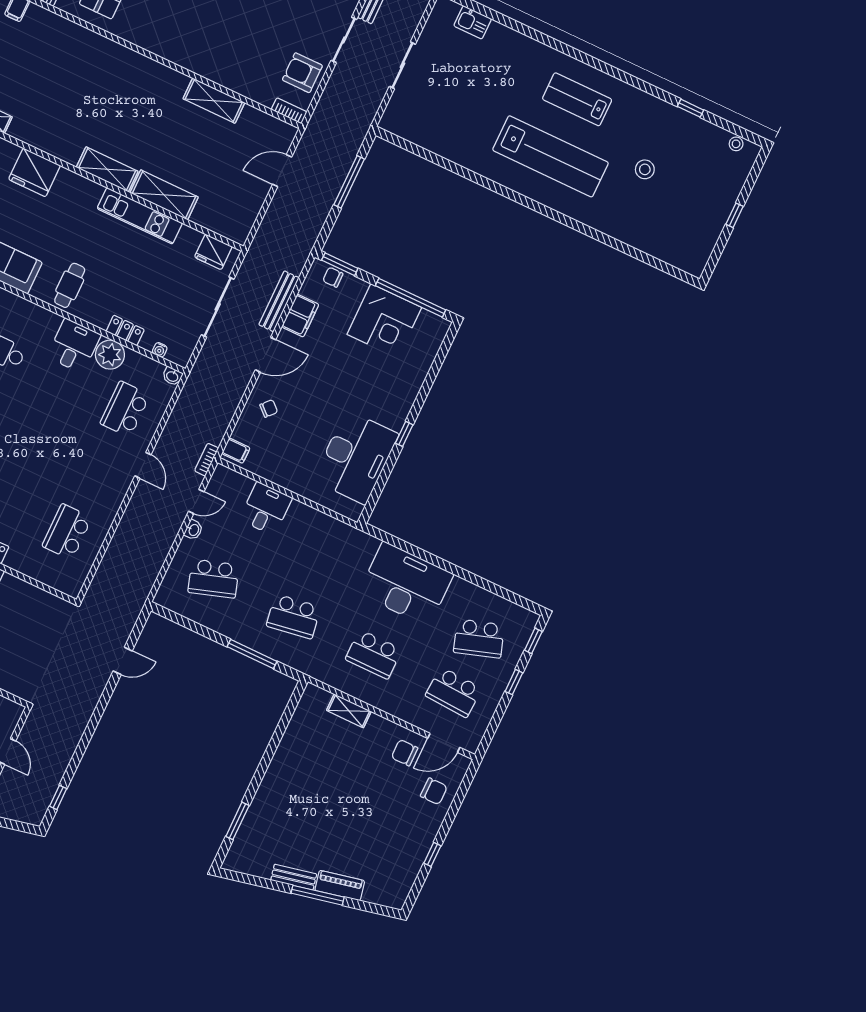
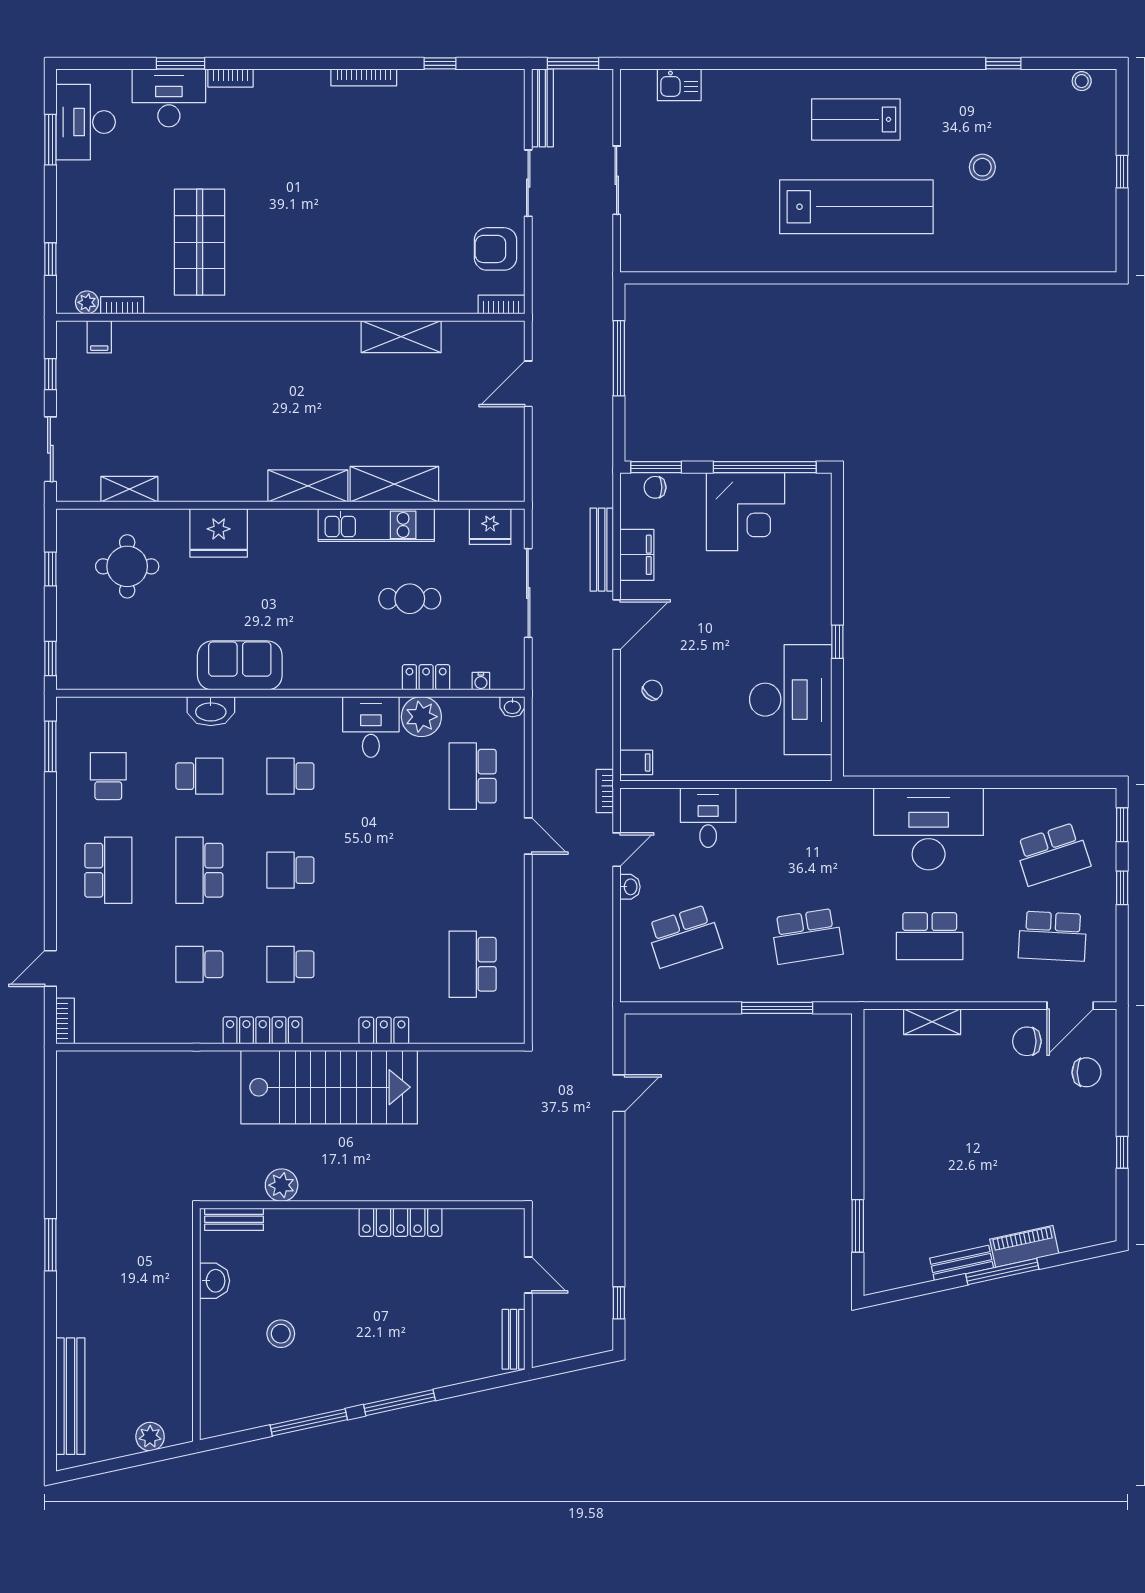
cafe table: (70, 285) -> (410, 599), moved, turned 90

